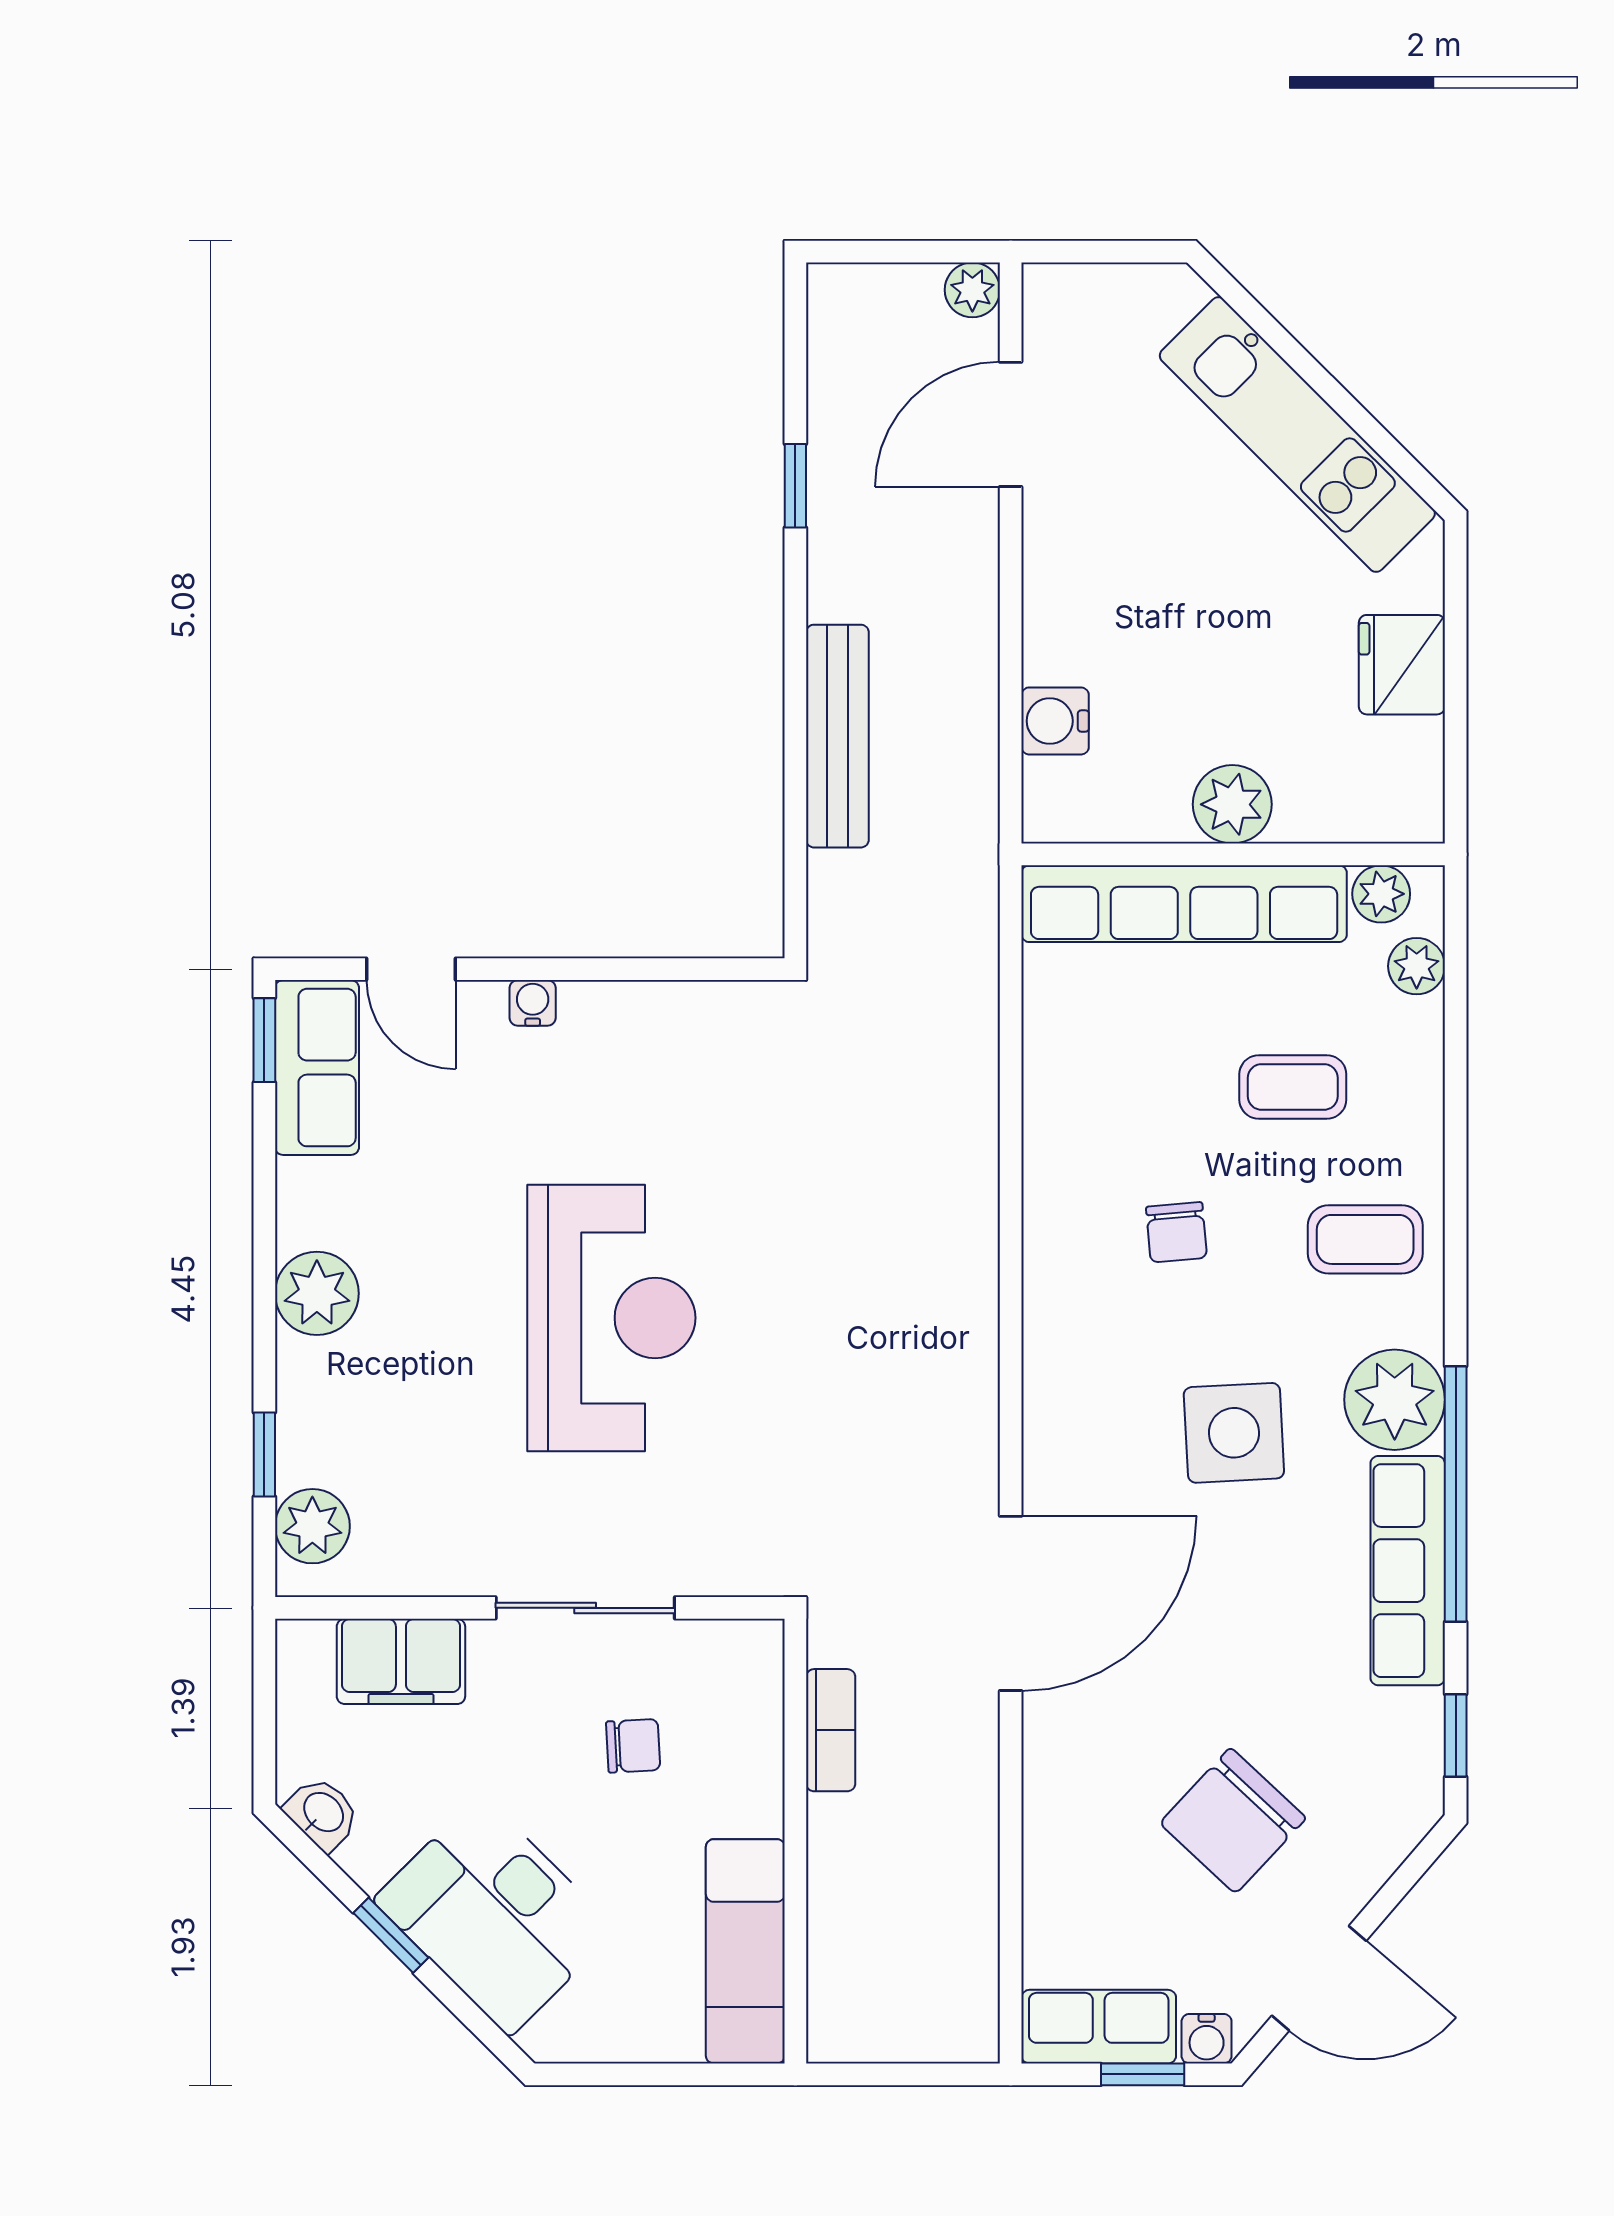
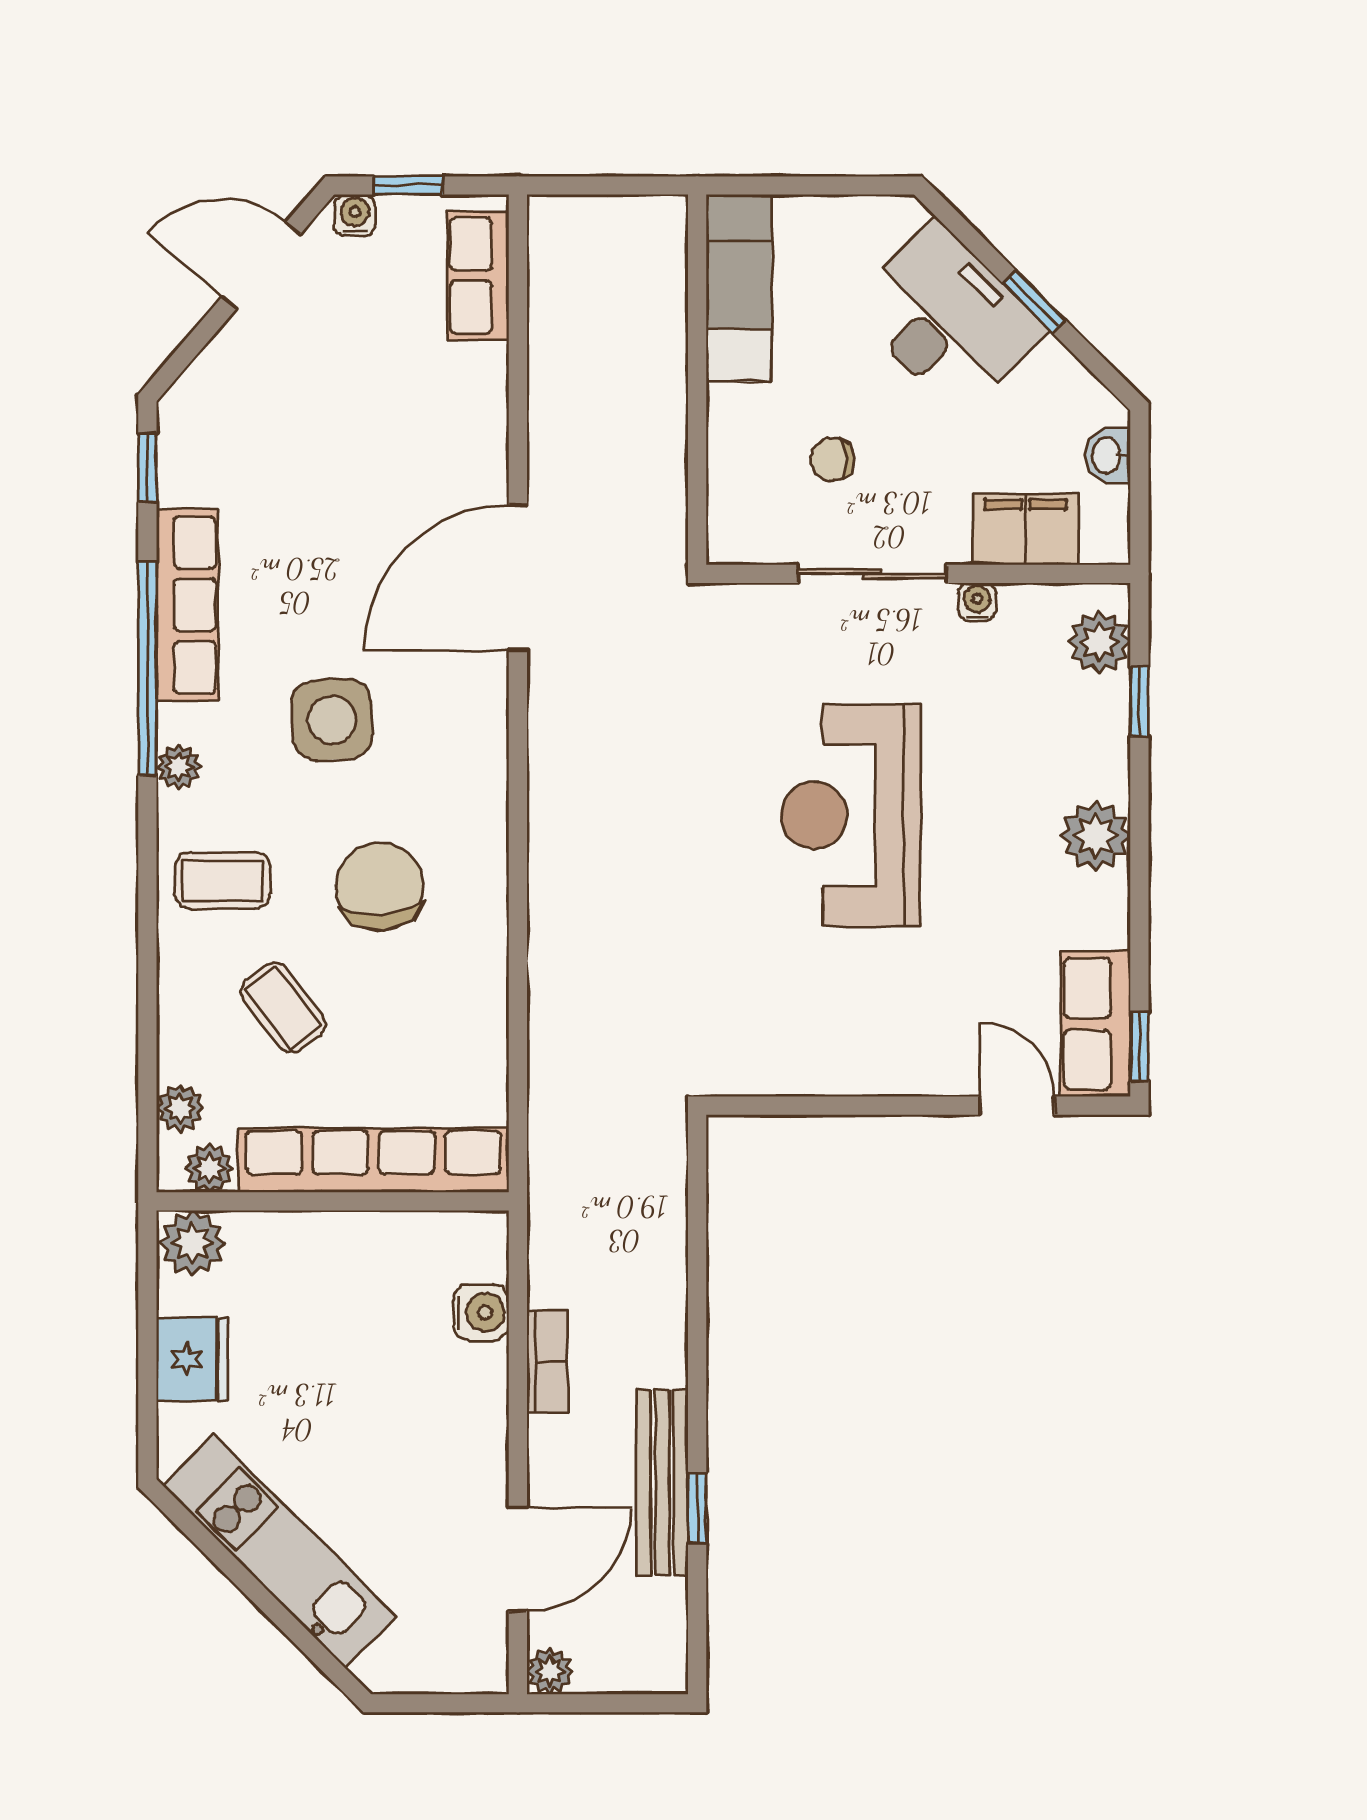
bench: (837, 736) -> (662, 1483), moved
plant: (1232, 804) -> (193, 1243), moved
water cooler: (533, 1003) -> (977, 602), moved, turned 180
coffee table: (1293, 1087) -> (283, 1008), turned 53
chair: (1176, 1232) -> (380, 887), width x1.87, depth x1.87
plant: (1395, 1400) -> (179, 767), width x0.53, depth x0.53
bookcase: (831, 1730) -> (547, 1362), moved, turned 180
washbasin: (322, 1813) -> (1108, 456), moved, turned 45
chair: (1233, 1821) -> (333, 397), removed
row of seats: (1099, 2027) -> (478, 276), moved, turned 90

